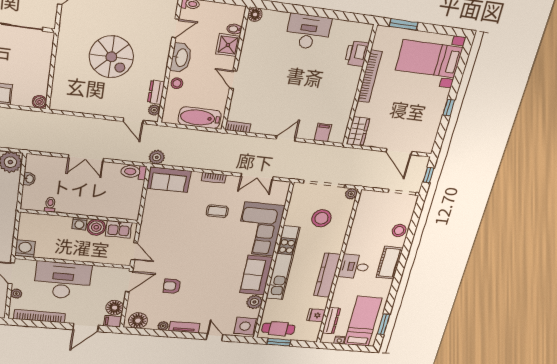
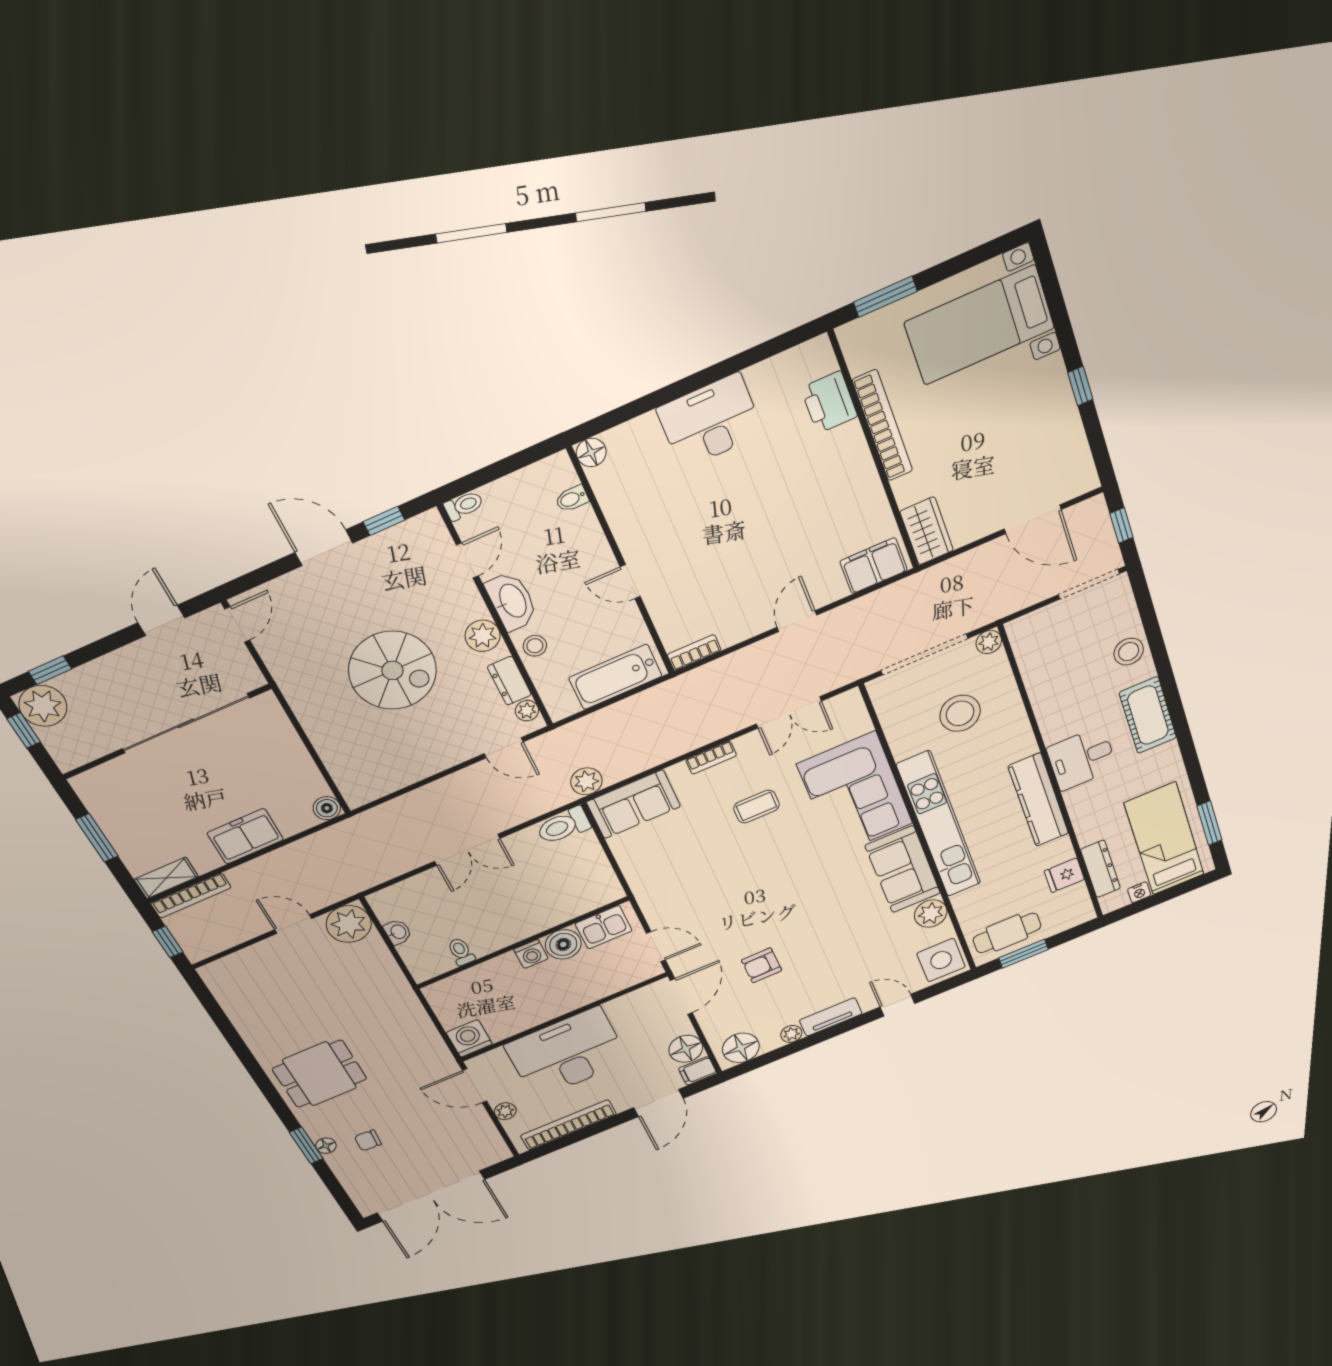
shower: (228, 45) -> (579, 531), removed
plant: (159, 65) -> (483, 636), added
filing cabinet: (323, 132) -> (874, 566), width x2.00

